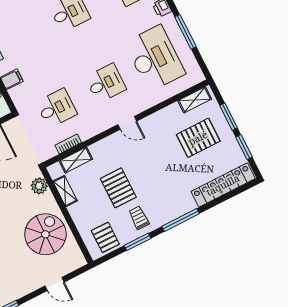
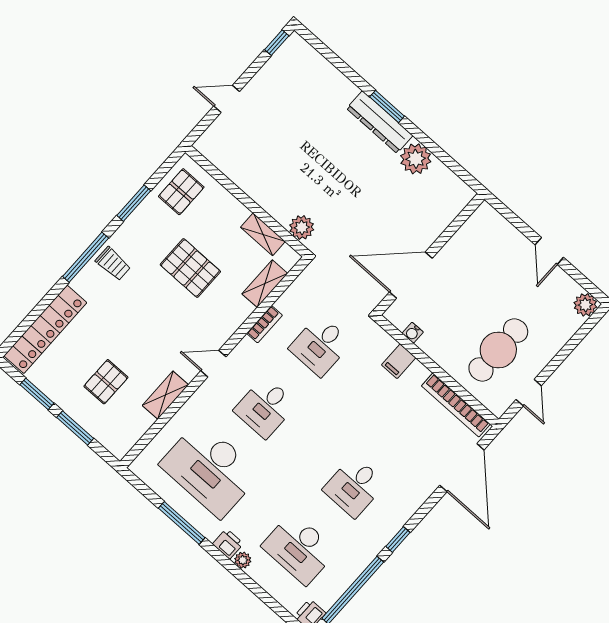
shelving: (195, 100) -> (165, 395), moved
pallet: (198, 138) -> (106, 382), width x0.67, depth x0.71
bookcase: (68, 144) -> (264, 324), moved
trolley: (139, 218) -> (113, 264), moved
spiral stairs: (45, 234) -> (267, 163), removed
pallet: (105, 237) -> (181, 192), turned 90

